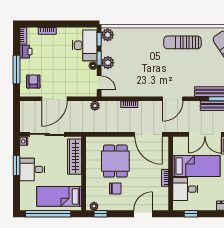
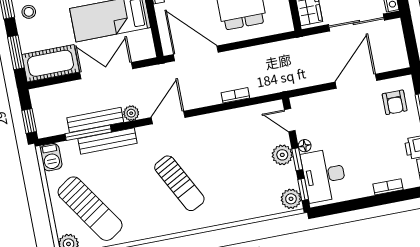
sun lounger: (182, 42) -> (179, 183), moved, turned 62
plant: (95, 106) -> (131, 113), moved

